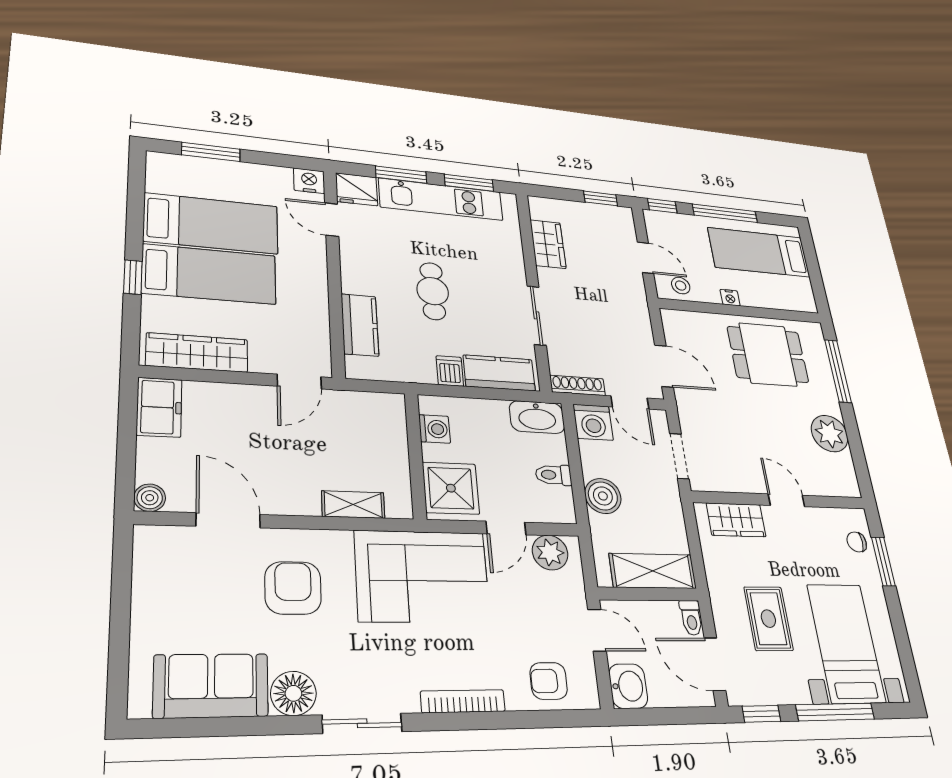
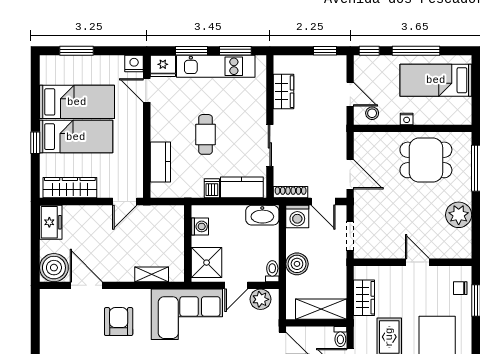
toilet: (553, 475) -> (272, 271), moved, turned 90
boiler: (150, 498) -> (54, 268), width x1.86, depth x1.86
wardrobe: (736, 520) -> (364, 298), moved, turned -90

